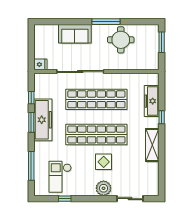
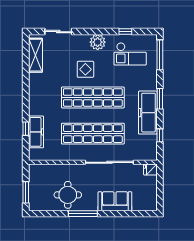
window: (162, 117) -> (26, 129), moved
window: (31, 122) -> (160, 99), moved
shelving: (152, 145) -> (35, 55), moved
window: (31, 166) -> (160, 55), moved
checkout: (60, 177) -> (130, 54), turned 90
plant: (104, 188) -> (98, 42), moved

